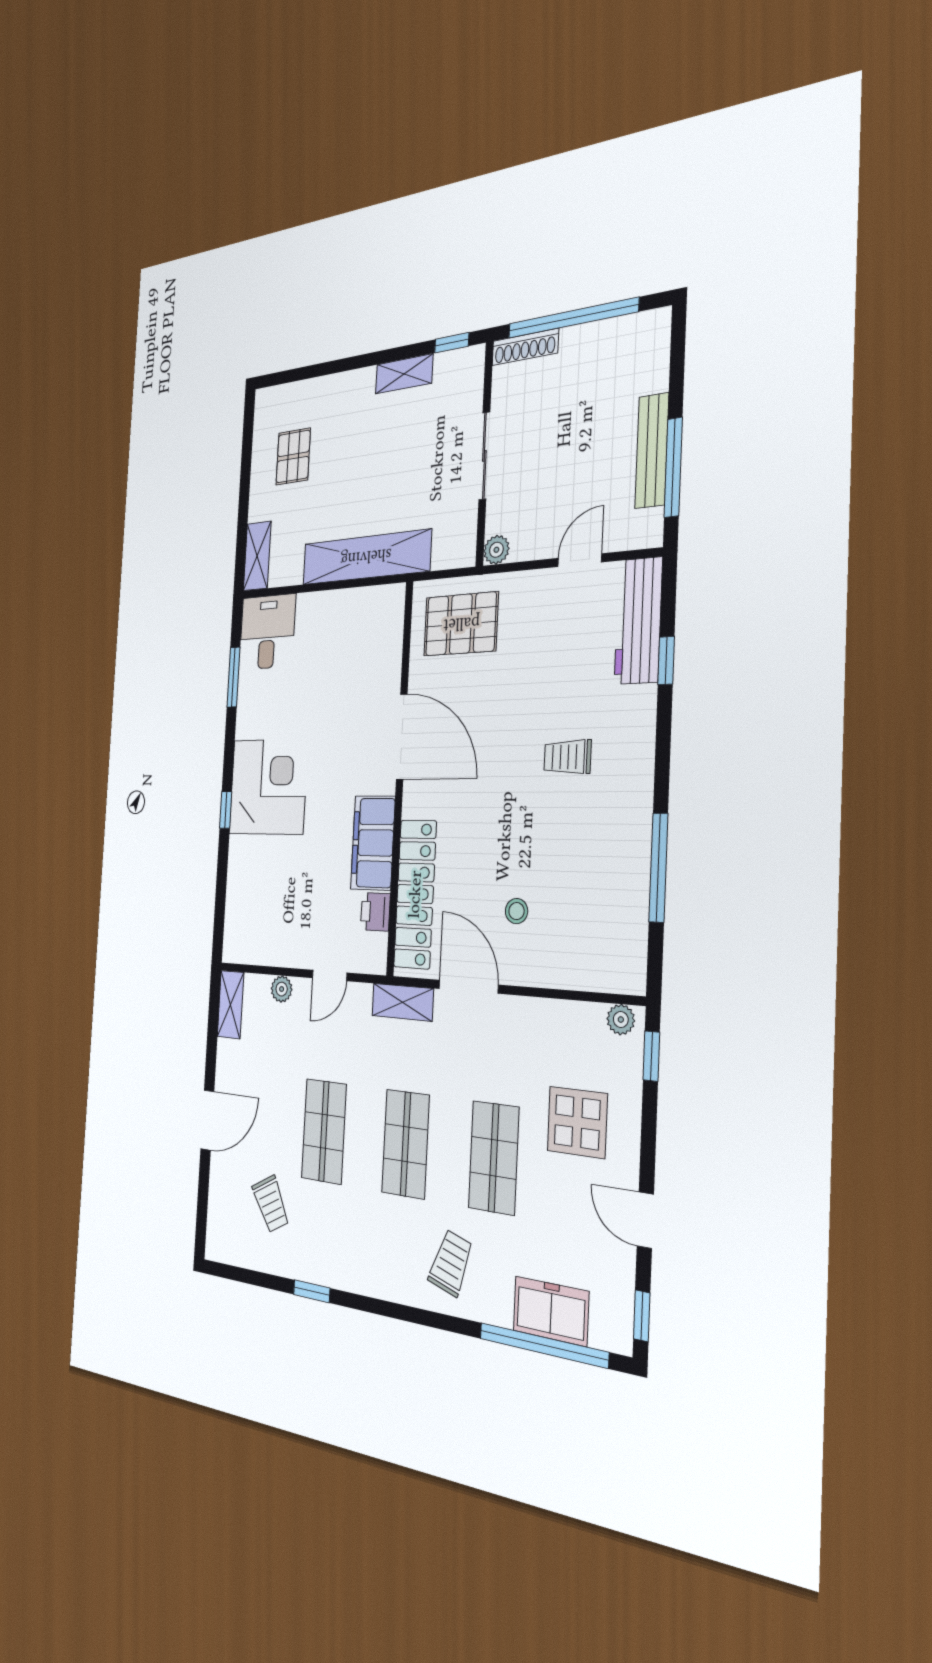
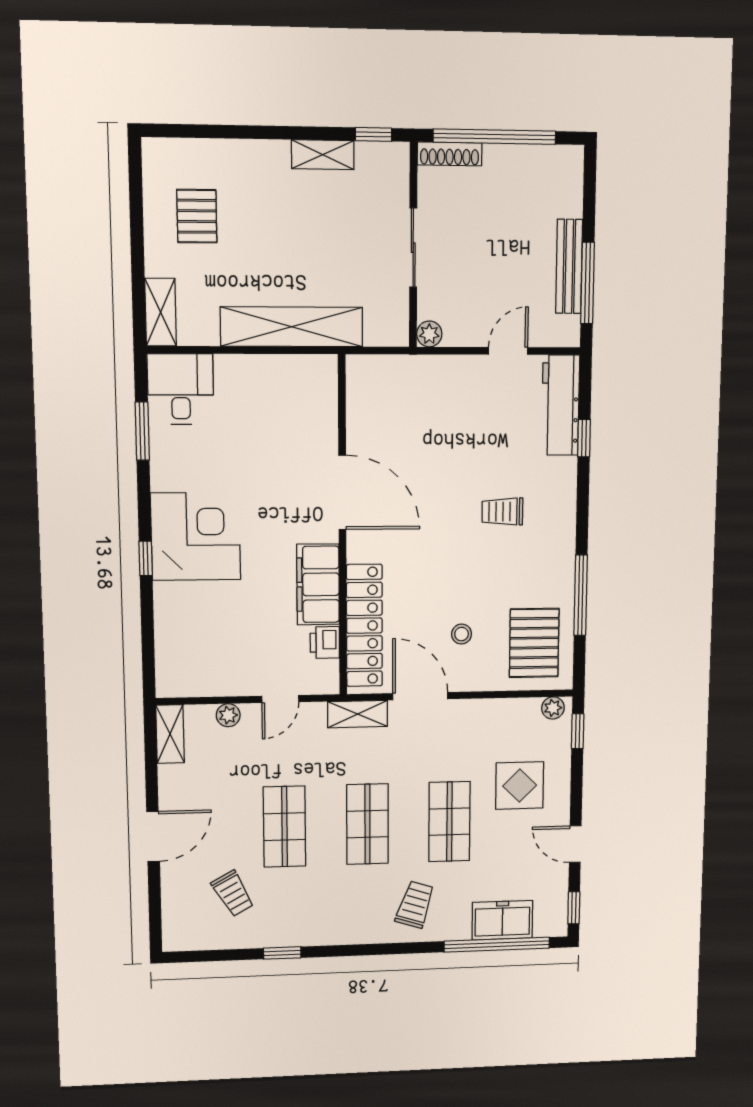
pallet: (461, 624) -> (534, 643), moved, turned 90

